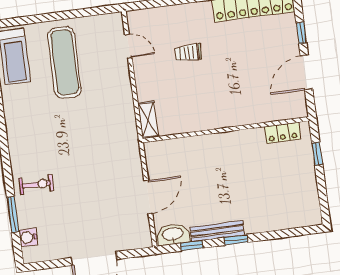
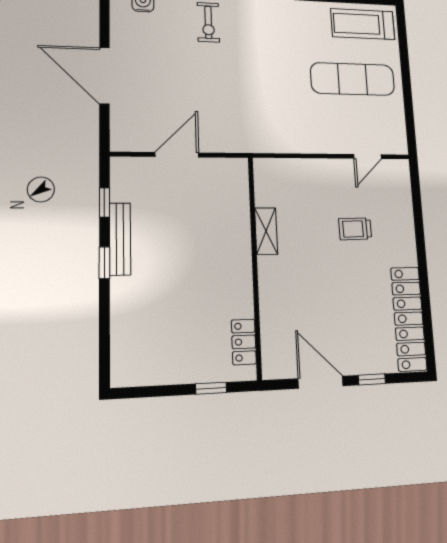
trolley: (188, 53) -> (355, 229), turned -91
shelving: (148, 120) -> (266, 231), moved, turned 90
door: (148, 197) -> (177, 155), swing flipped
washbasin: (173, 234) -> (123, 180), removed

